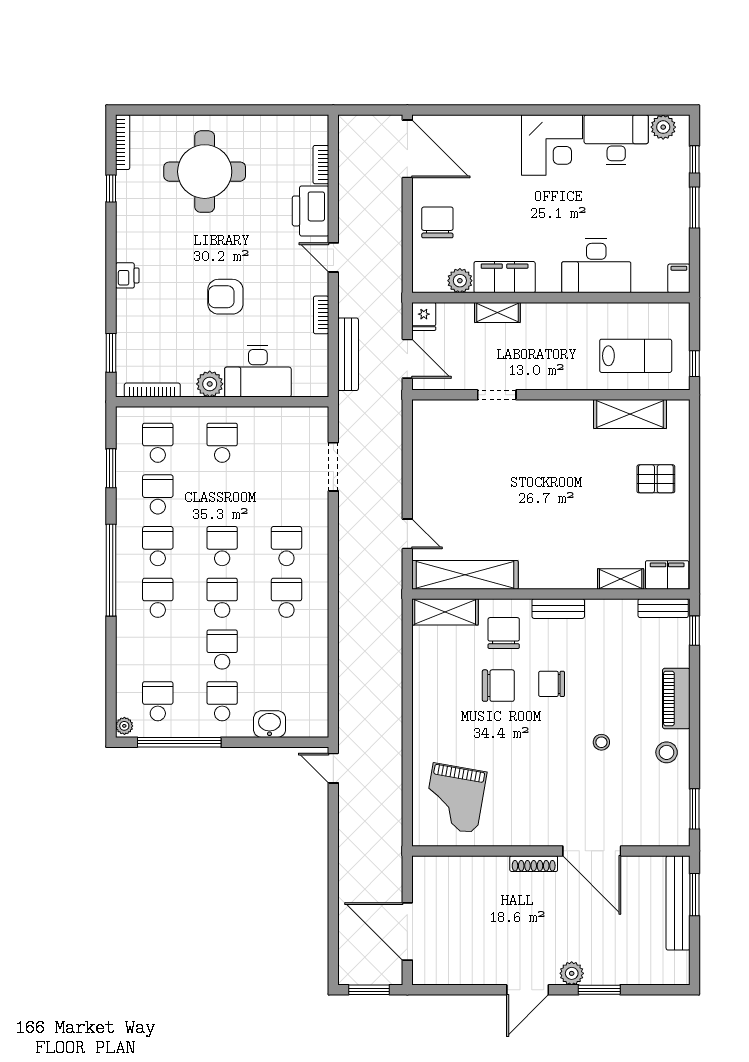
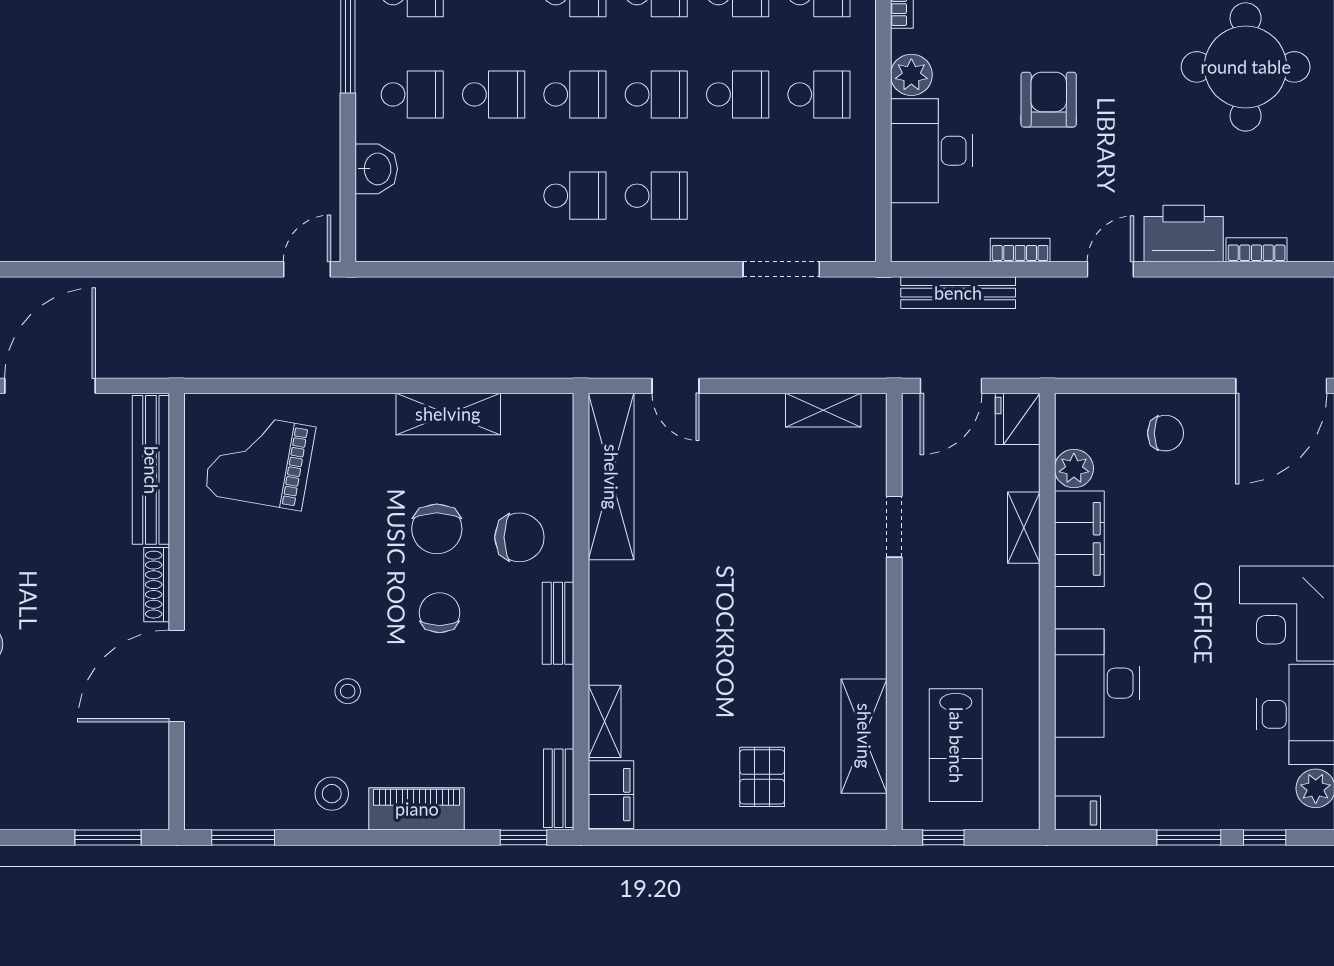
chair: (437, 222) -> (1166, 433), width x0.73, depth x0.73
fridge: (424, 316) -> (1018, 419), width x1.38
shelving: (423, 440) -> (823, 410), added
school desk: (222, 494) -> (738, 94), added
door: (407, 534) -> (675, 386), hinge flipped
shelving: (445, 612) -> (448, 414), moved, turned 90
bench: (678, 903) -> (151, 470), moved, turned 90

